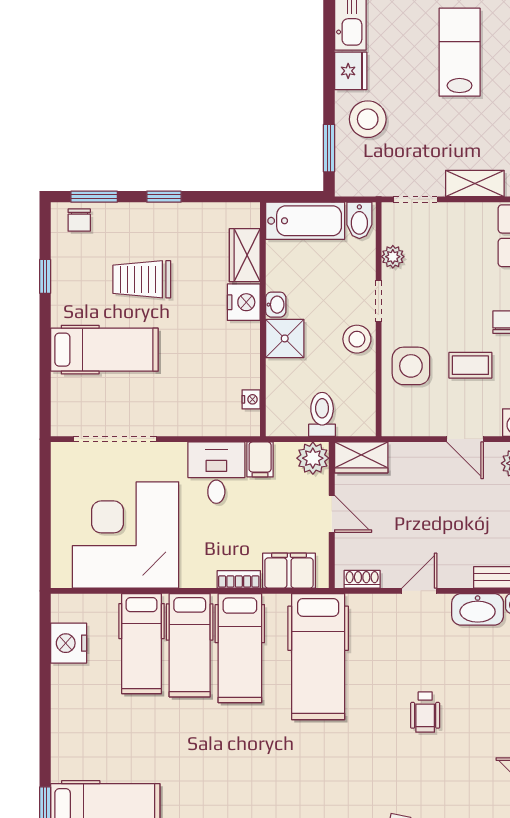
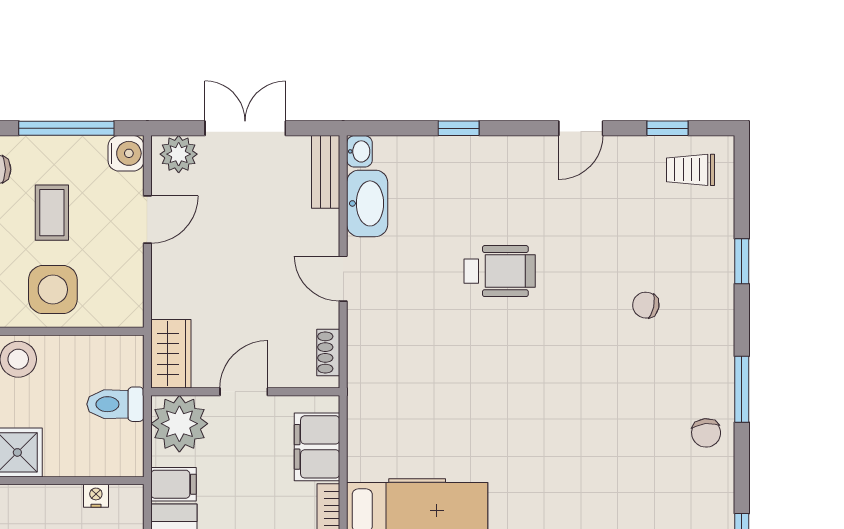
plant: (313, 458) -> (179, 424), width x1.36, depth x1.36
hospital bed: (318, 657) -> (428, 409), removed
wheelchair: (425, 712) -> (500, 271), width x1.36, depth x1.37

